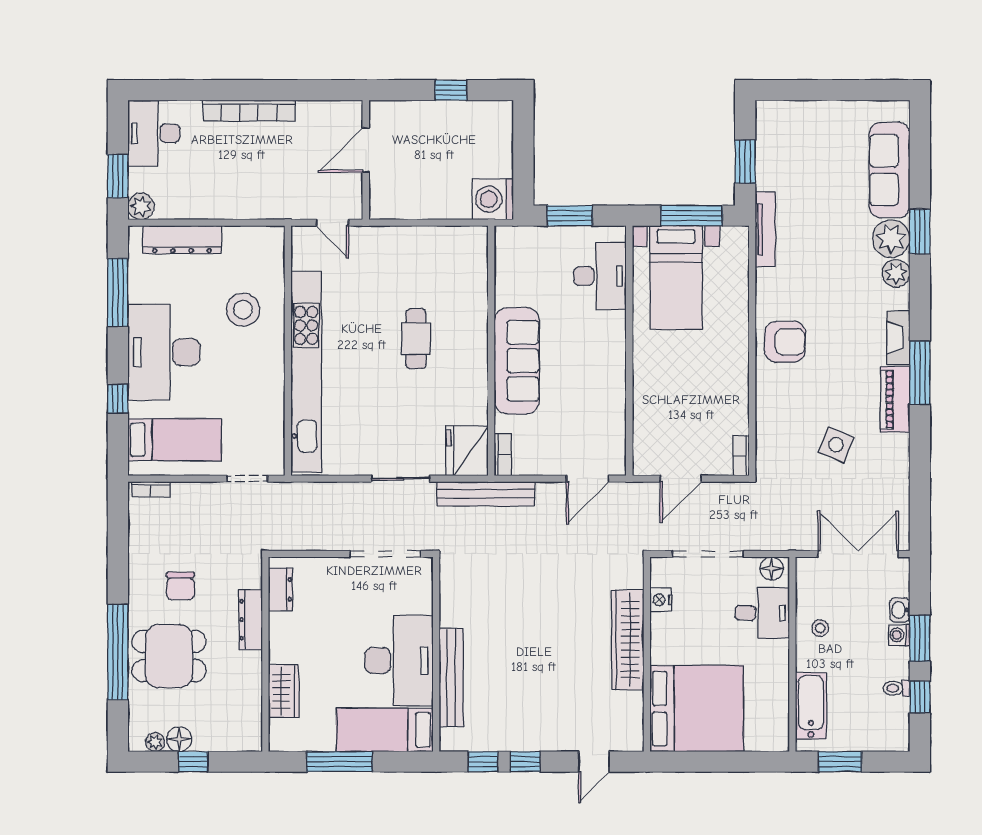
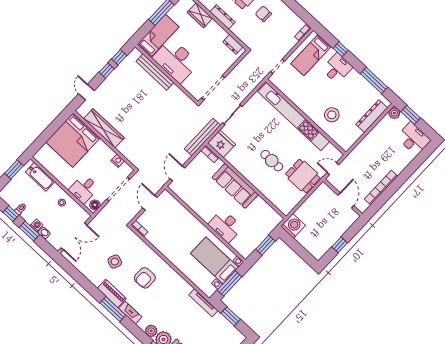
bookcase: (249, 111) -> (381, 188), moved
dining table: (393, 262) -> (303, 176), added
desk: (600, 276) -> (225, 226), moved
armchair: (785, 342) -> (145, 278), moved
desk: (164, 352) -> (337, 68), width x0.53, depth x0.77
dresser: (251, 620) -> (222, 17), moved
wardrobe: (628, 640) -> (104, 128), moved

